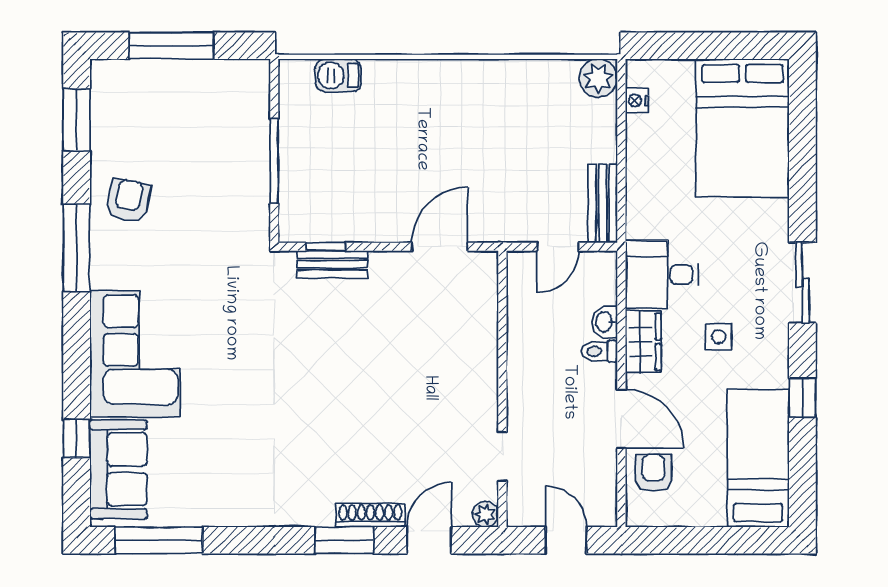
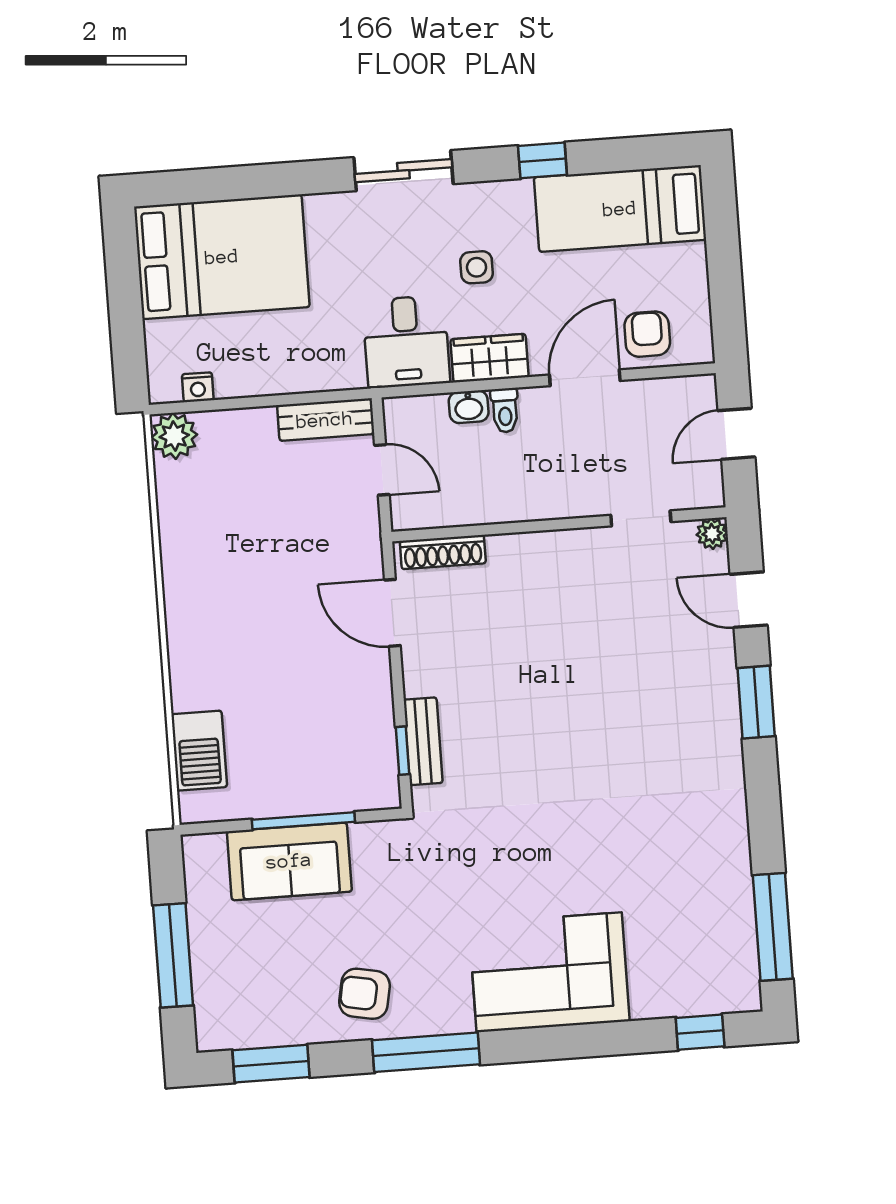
barbecue: (338, 75) -> (199, 751), width x1.38, depth x1.27
window: (77, 439) -> (700, 1032), moved
sofa: (118, 469) -> (289, 861), moved, turned 180
armchair: (653, 473) -> (647, 334), turned 90
shoe rack: (370, 515) -> (443, 552), moved, turned -90

